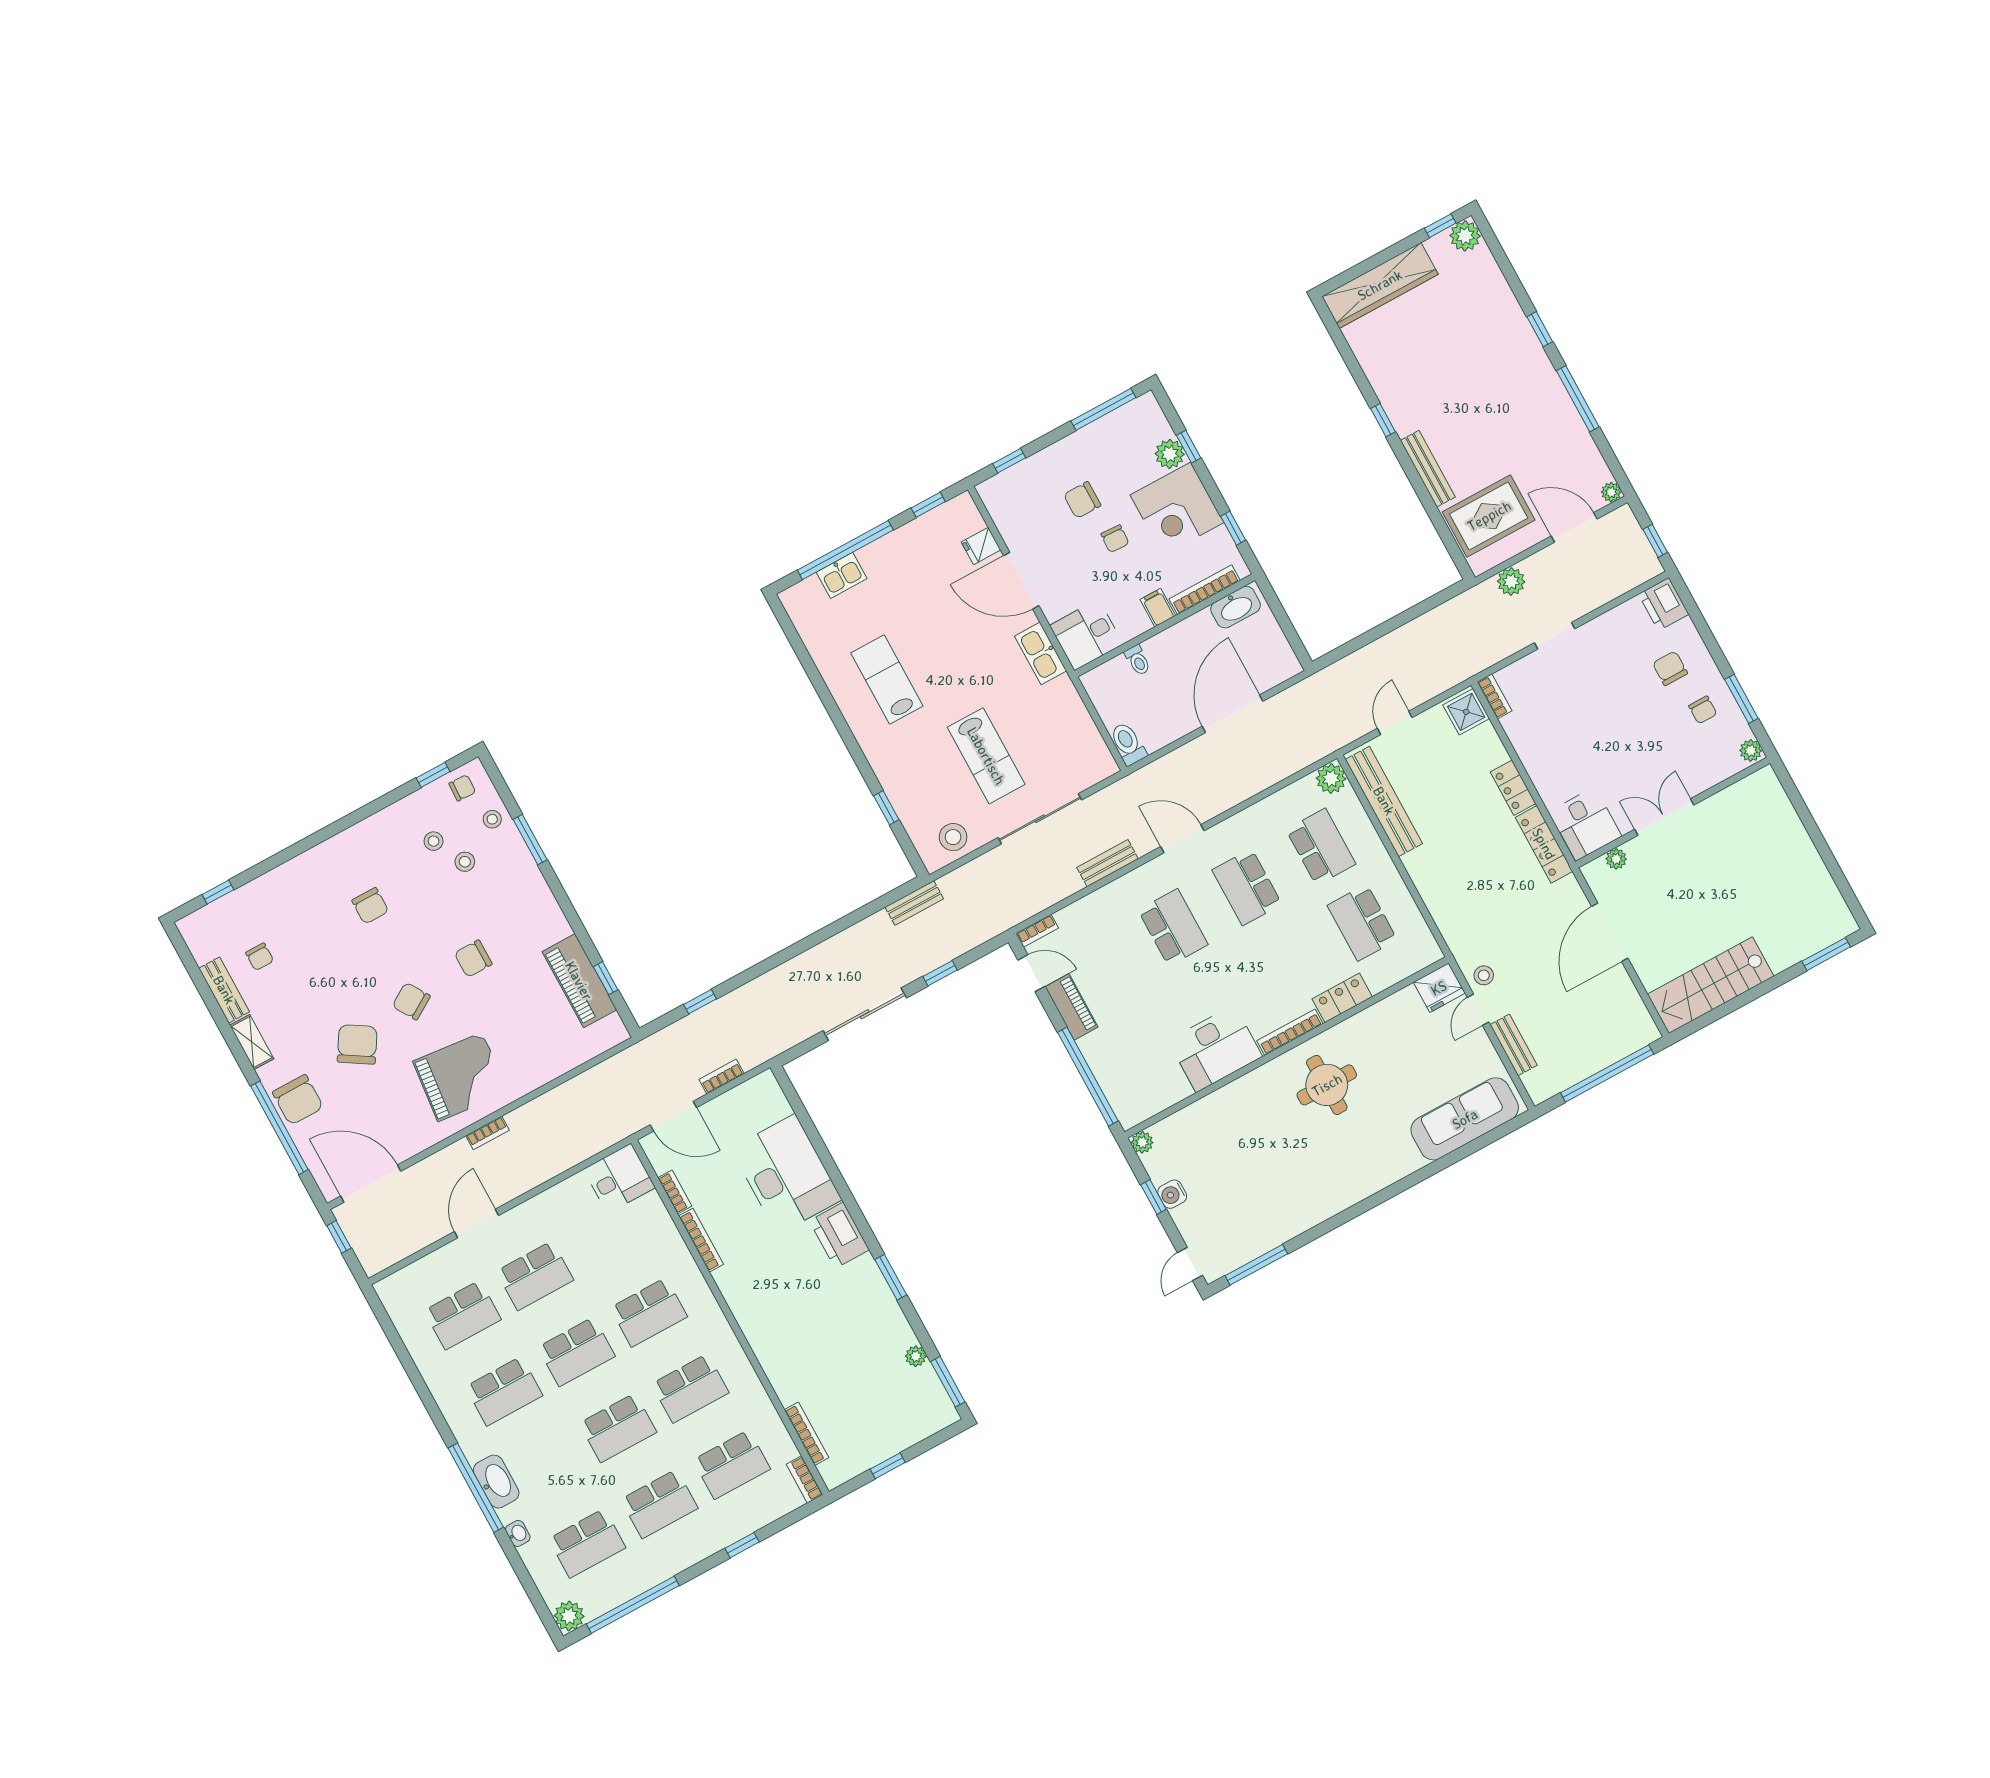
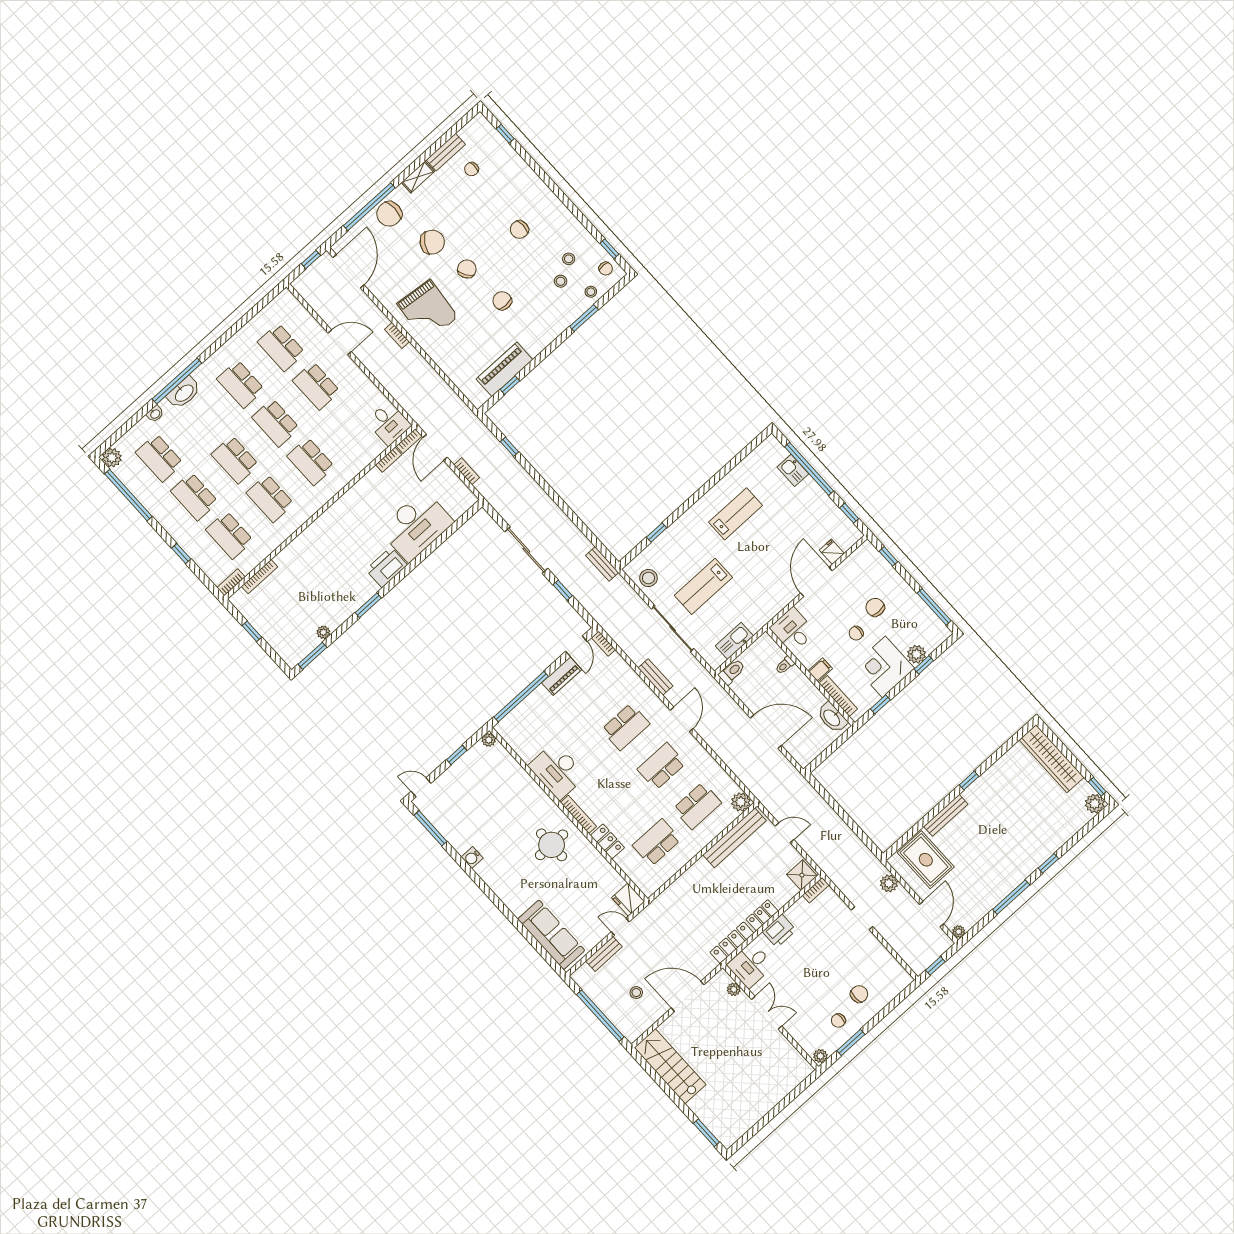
printer: (1664, 604) -> (779, 931), moved, turned 180
kitchen sink: (1041, 653) -> (734, 641), moved
stool: (1484, 975) -> (636, 993), moved
water cooler: (1172, 1194) -> (472, 858), moved, turned -90
bookcase: (701, 1240) -> (409, 441), moved, width x0.64

